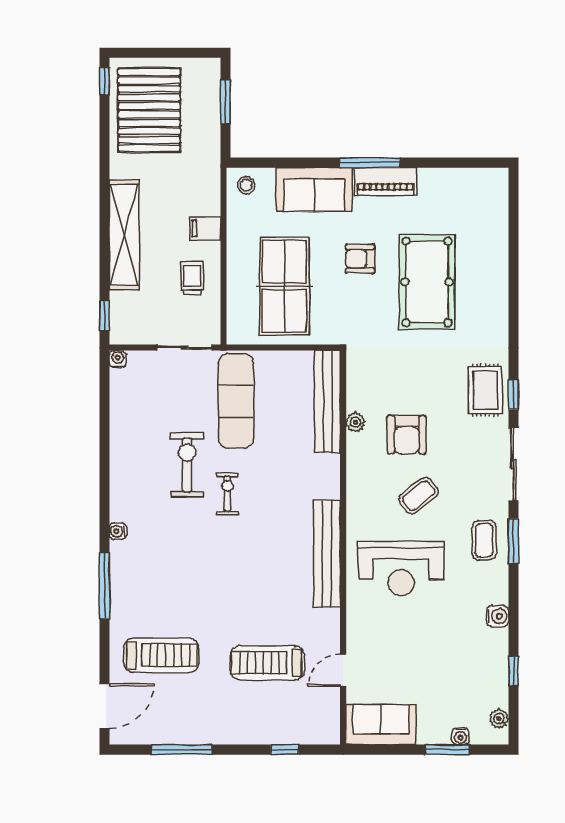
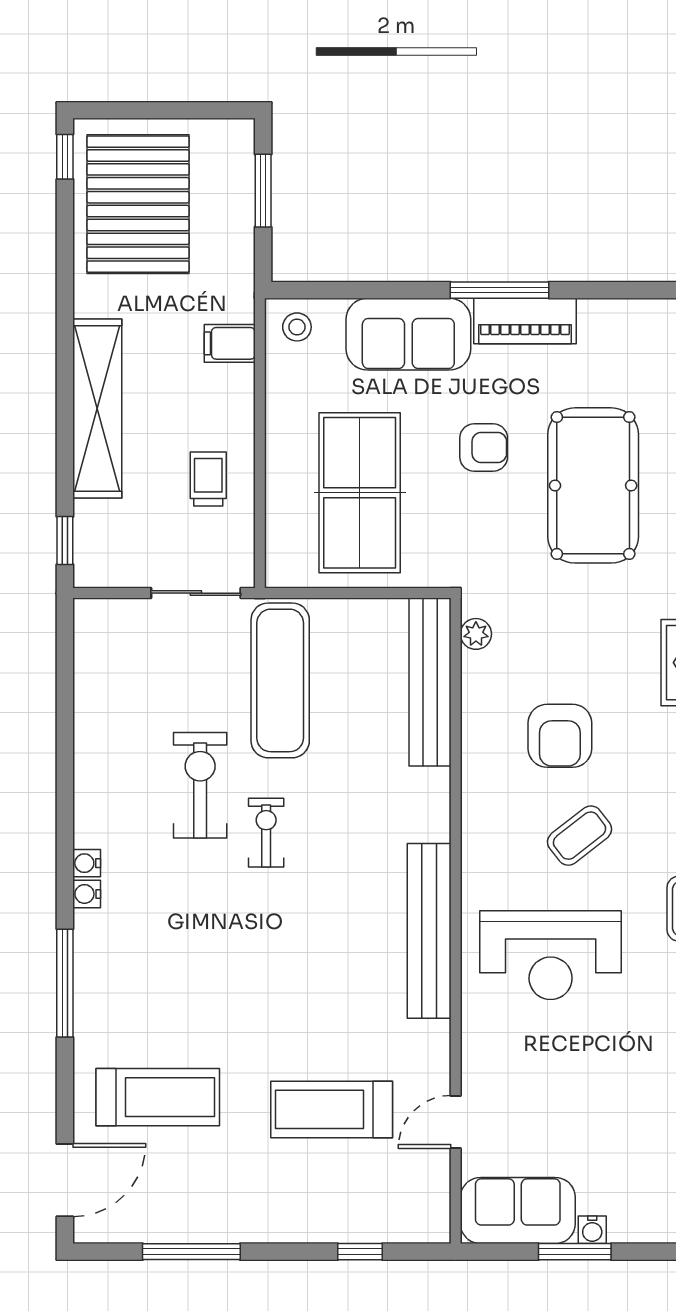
filing cabinet: (205, 228) -> (230, 343), moved
armchair: (360, 259) -> (484, 447), turned 180
water cooler: (118, 359) -> (87, 863), moved, turned -90
plant: (355, 422) -> (476, 634), moved
water cooler: (460, 736) -> (592, 1230), moved
window: (448, 750) -> (575, 1252), moved

